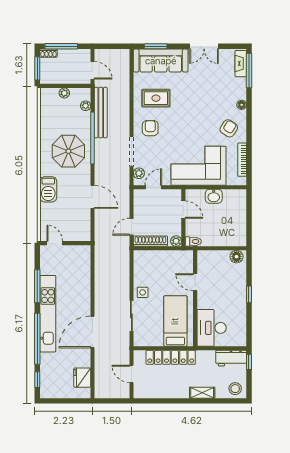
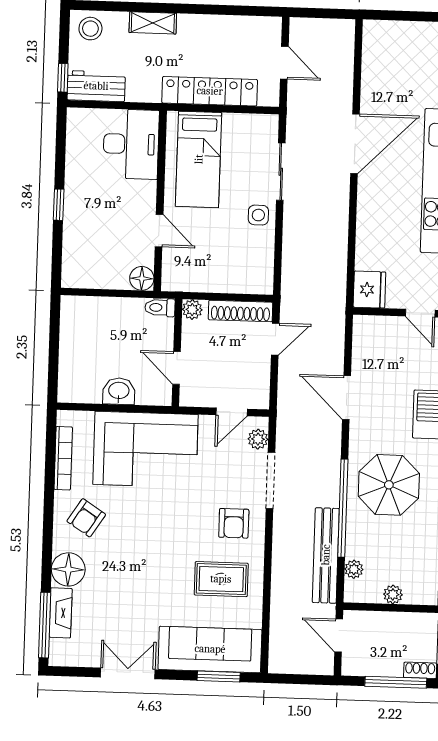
fireplace: (241, 64) -> (61, 613), moved
floor lamp: (242, 105) -> (68, 569), width x1.89, depth x1.89
floor lamp: (236, 257) -> (142, 278), moved
fridge: (82, 378) -> (369, 290), moved

